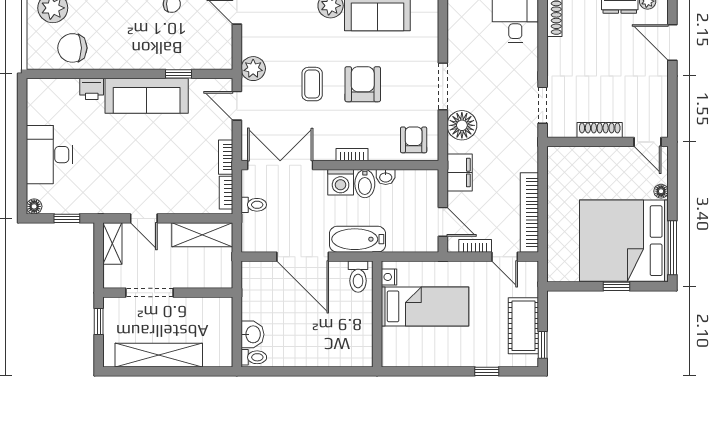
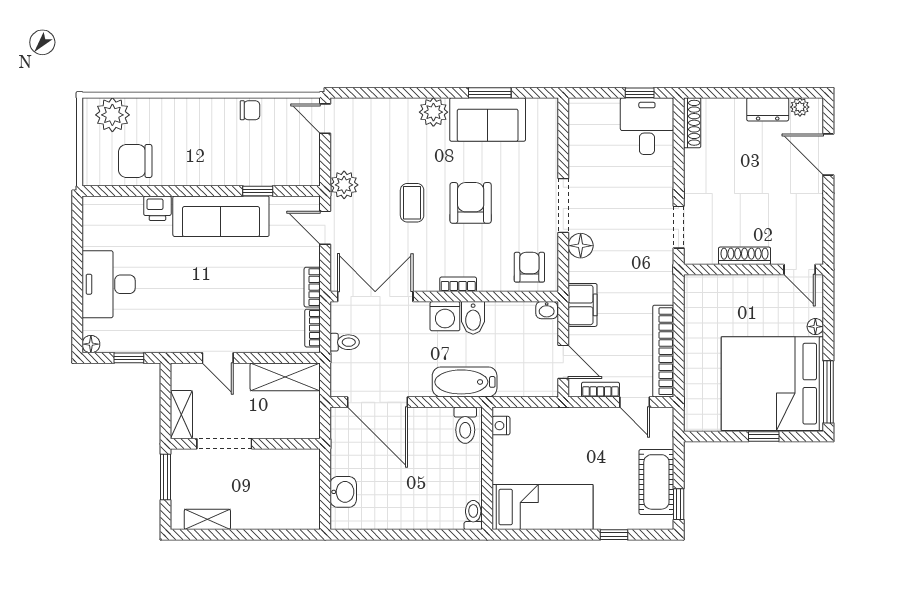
floor lamp: (462, 125) -> (581, 246), width x0.73, depth x0.73
washbasin: (386, 177) -> (547, 310), moved
shelving: (112, 244) -> (181, 415), moved
door: (303, 257) -> (378, 402), moved
bed: (425, 306) -> (542, 507), moved
window: (99, 321) -> (166, 477), width x1.50
shelving: (159, 355) -> (207, 519), width x0.45, depth x0.75
toilet: (254, 357) -> (473, 515), moved, turned -90

